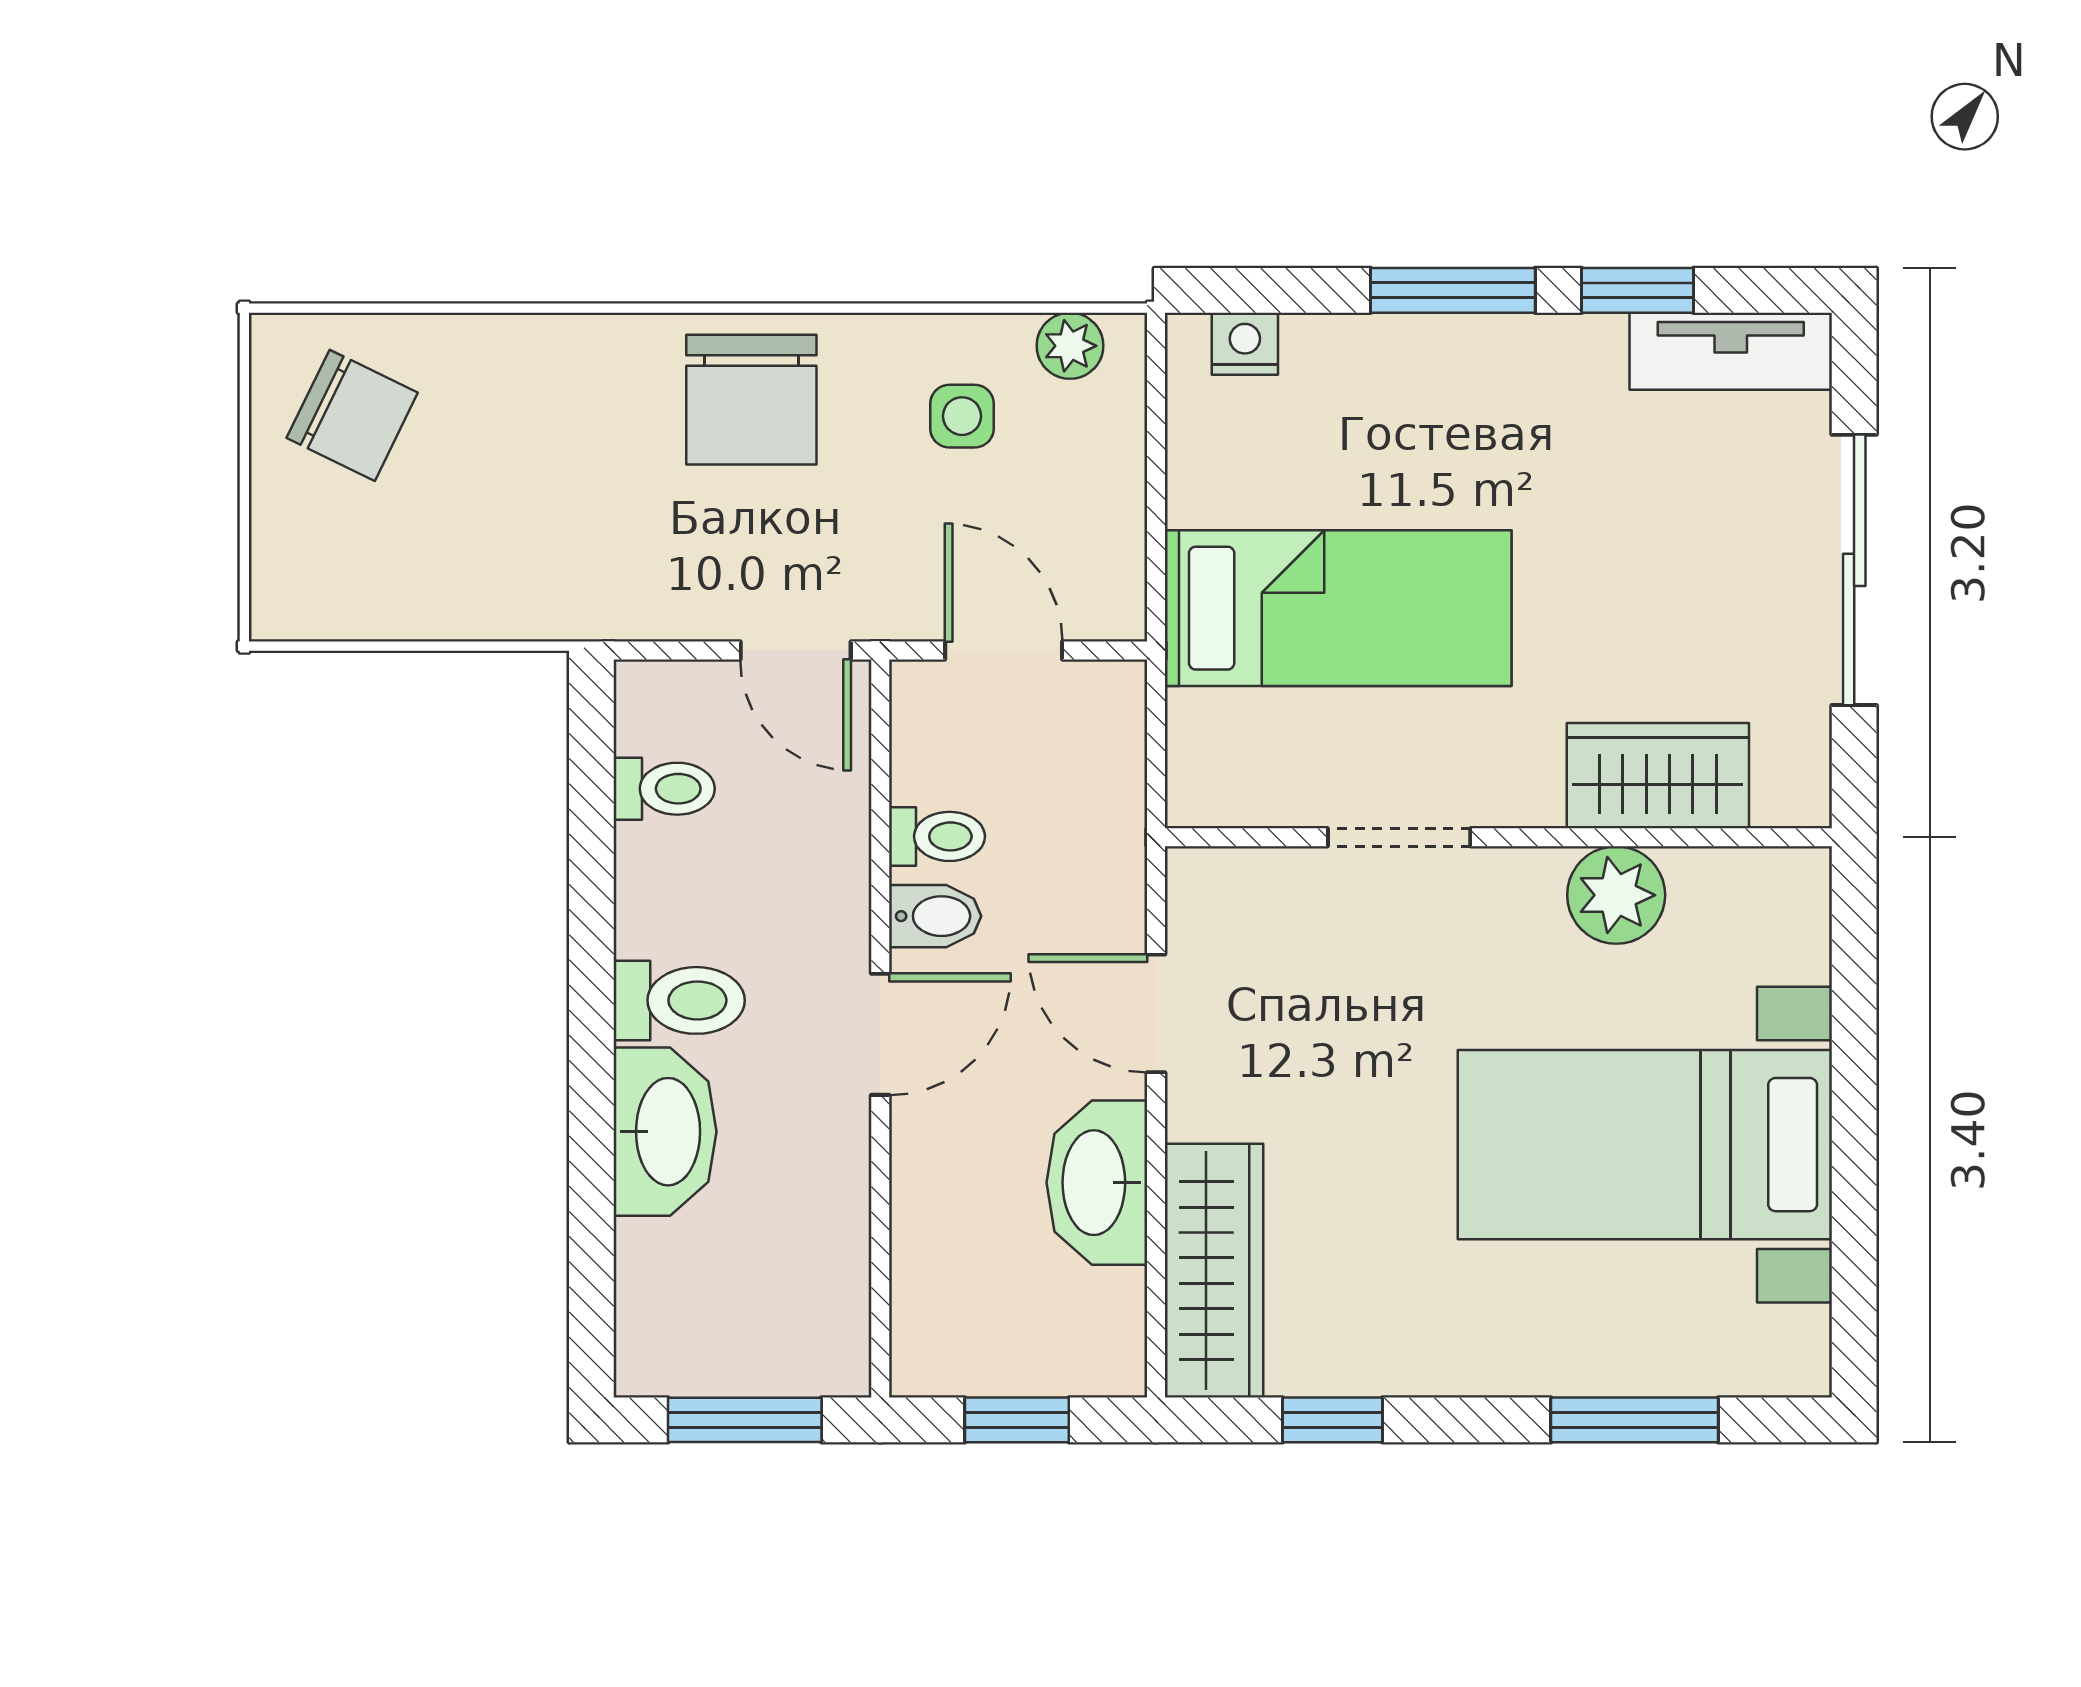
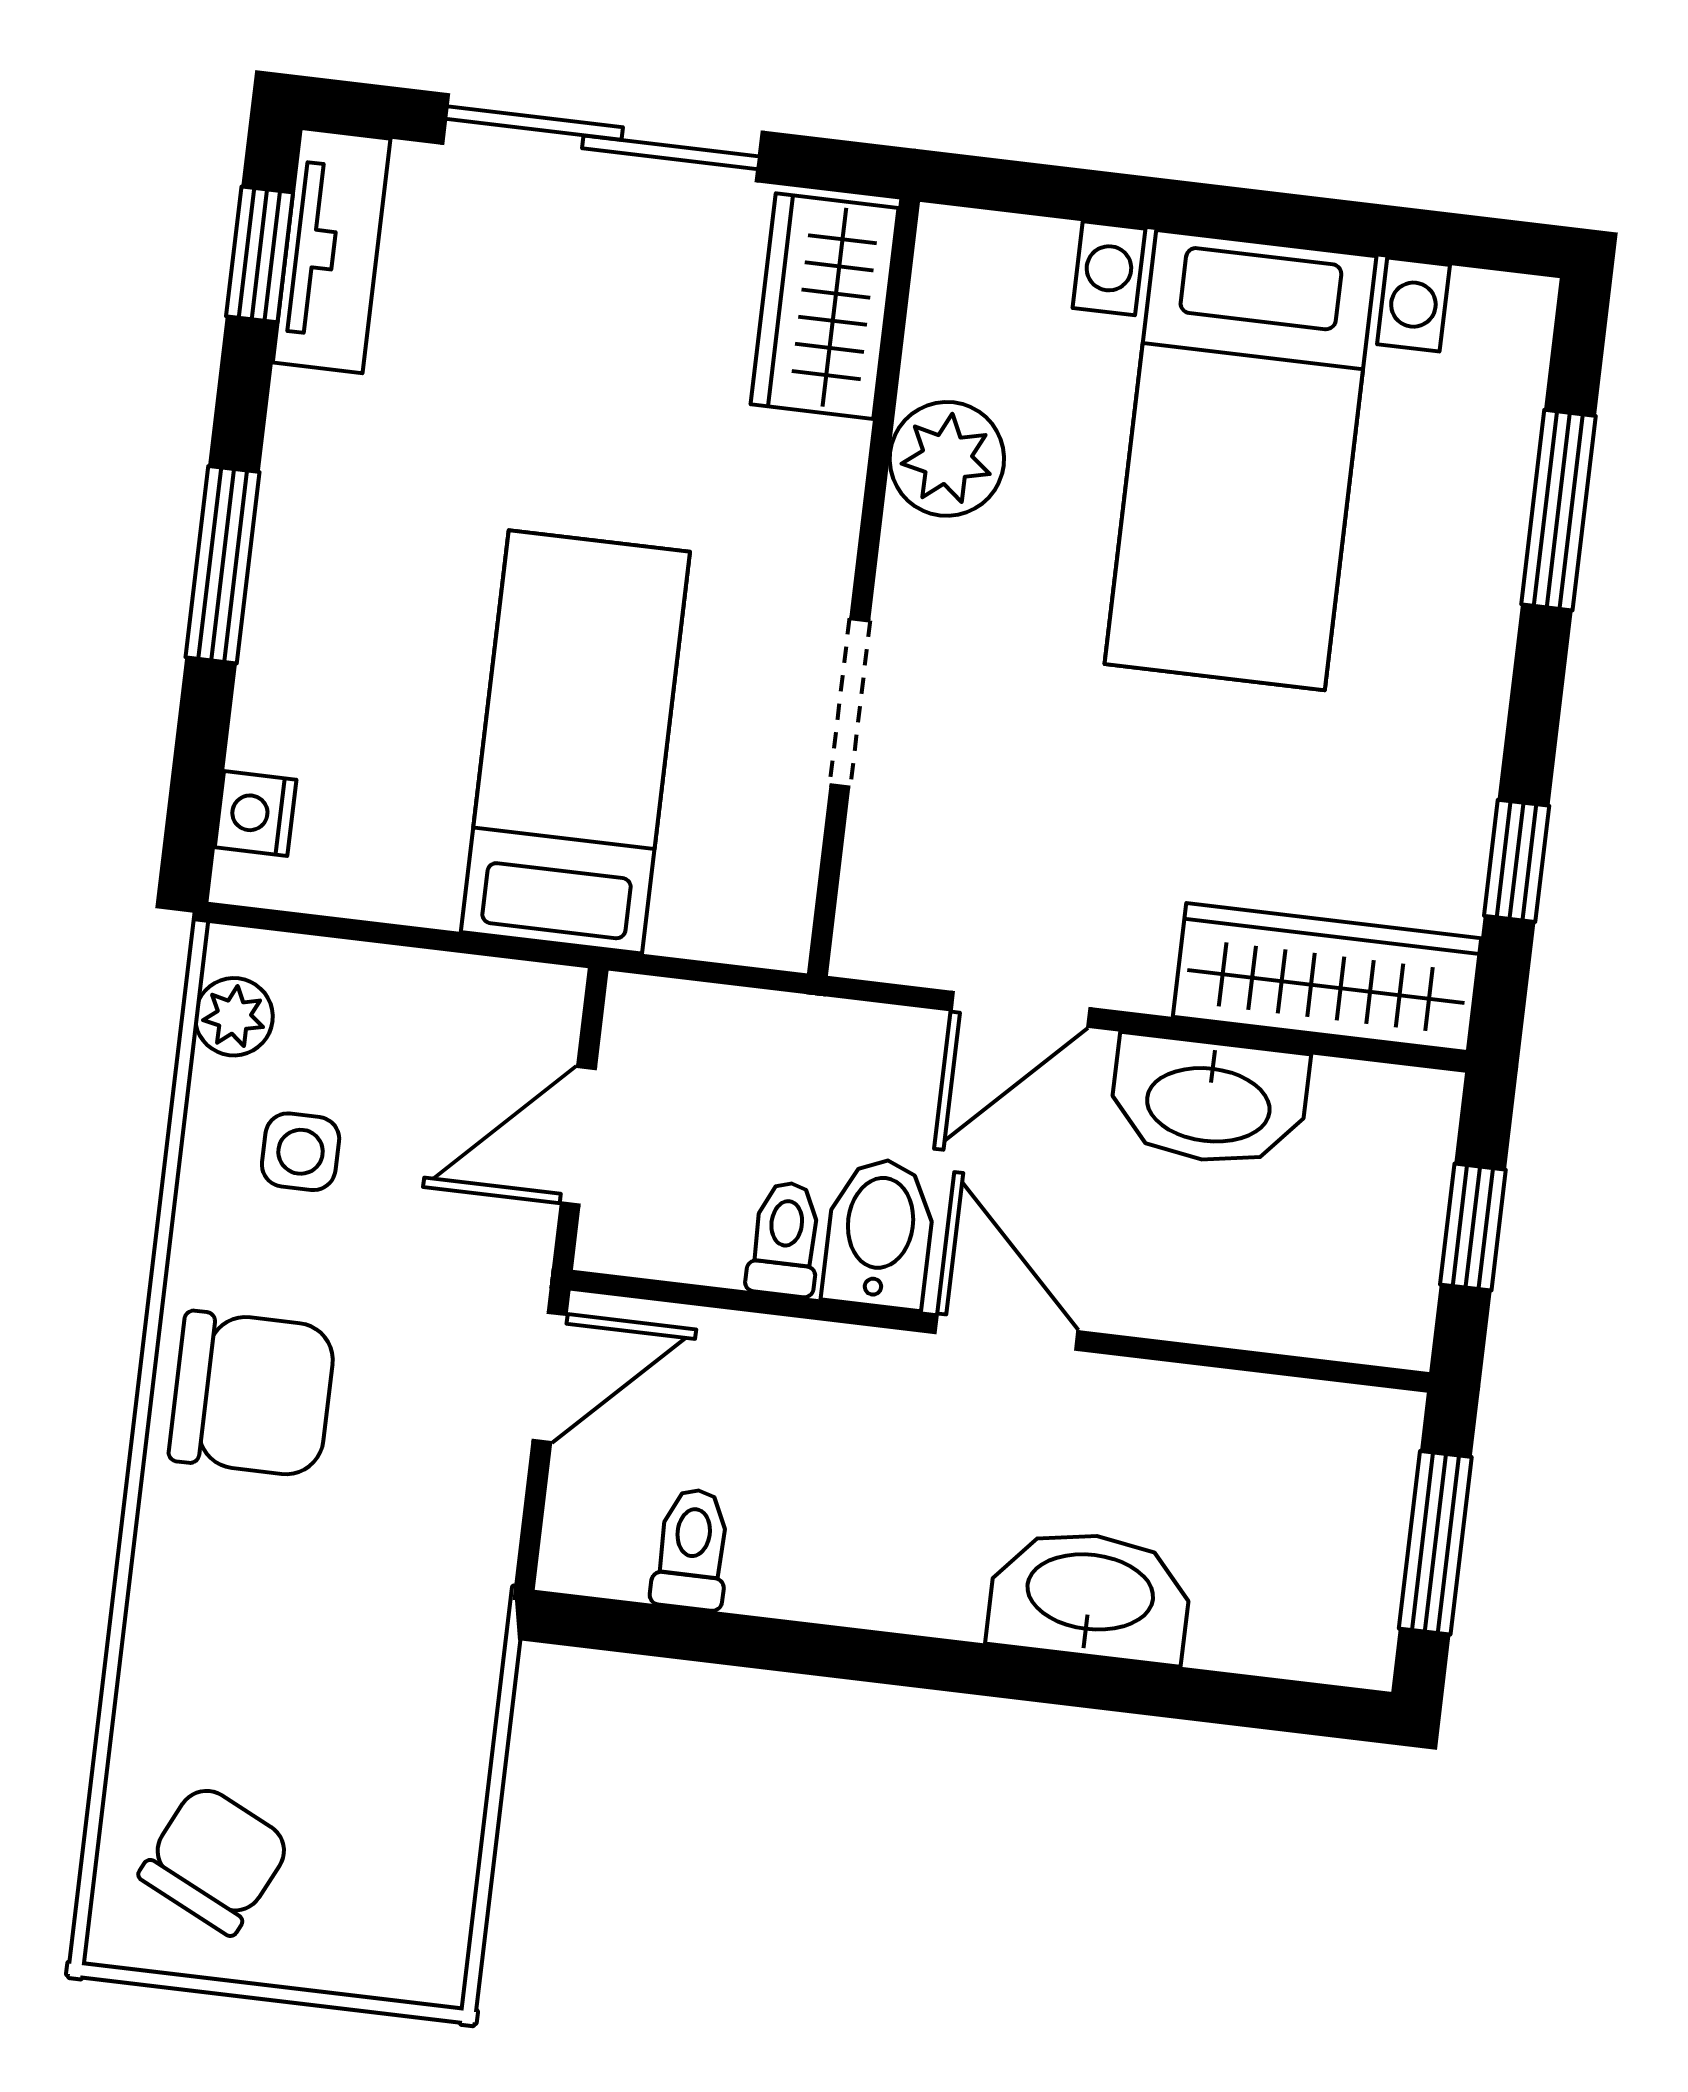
window: (1637, 290) -> (260, 254), moved
wardrobe: (1658, 776) -> (825, 306), moved
bidet: (935, 916) -> (879, 1233), width x1.38, depth x1.36
toilet: (679, 1000) -> (940, 1561), removed

